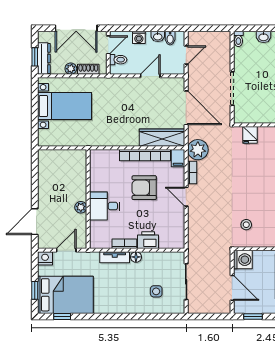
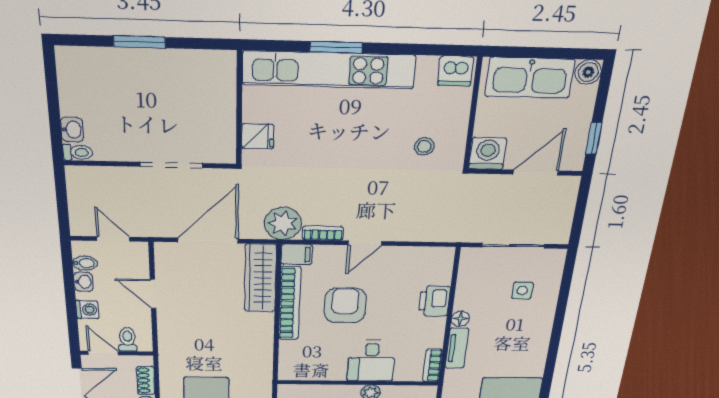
washbasin: (264, 37) -> (72, 130), moved
armchair: (144, 188) -> (345, 305), turned 180
bookcase: (124, 244) -> (433, 365), moved

